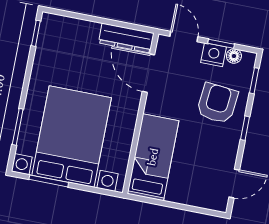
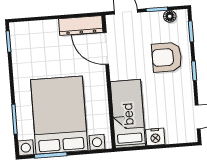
nightstand: (214, 55) -> (155, 137), moved, turned 180
armchair: (217, 103) -> (167, 57), turned -96

